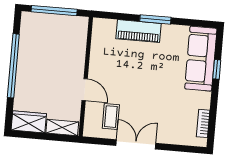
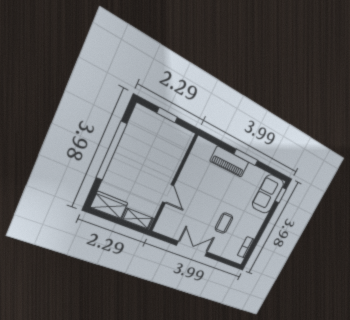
window: (54, 11) -> (167, 115), width x0.46
sofa: (201, 59) -> (268, 194), width x0.73
window: (217, 69) -> (281, 195), moved
coffee table: (111, 117) -> (224, 223), moved

